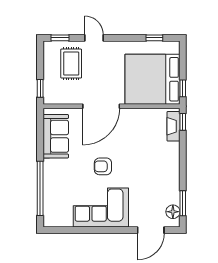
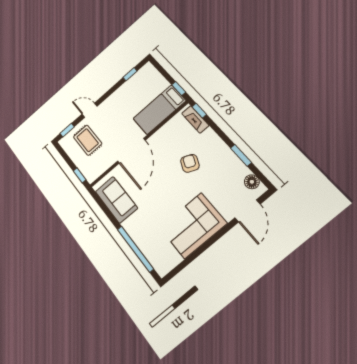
bed: (152, 79) -> (159, 110), width x0.49
armchair: (103, 166) -> (190, 163), moved, turned 114
window: (183, 203) -> (241, 155), moved

